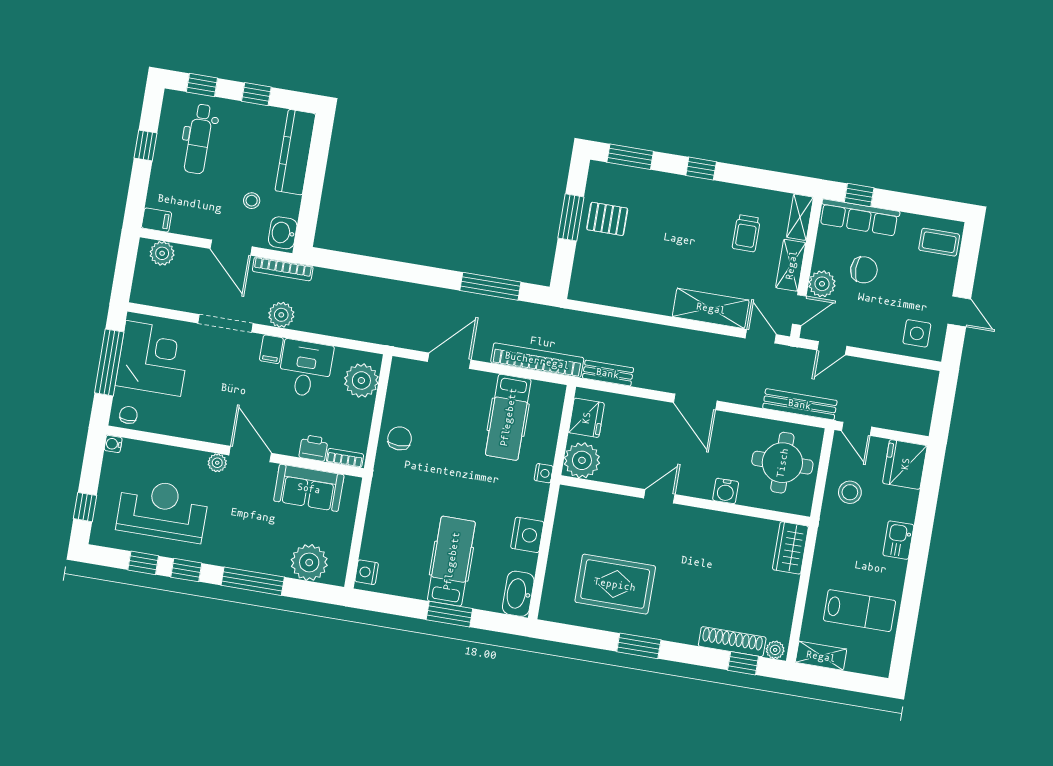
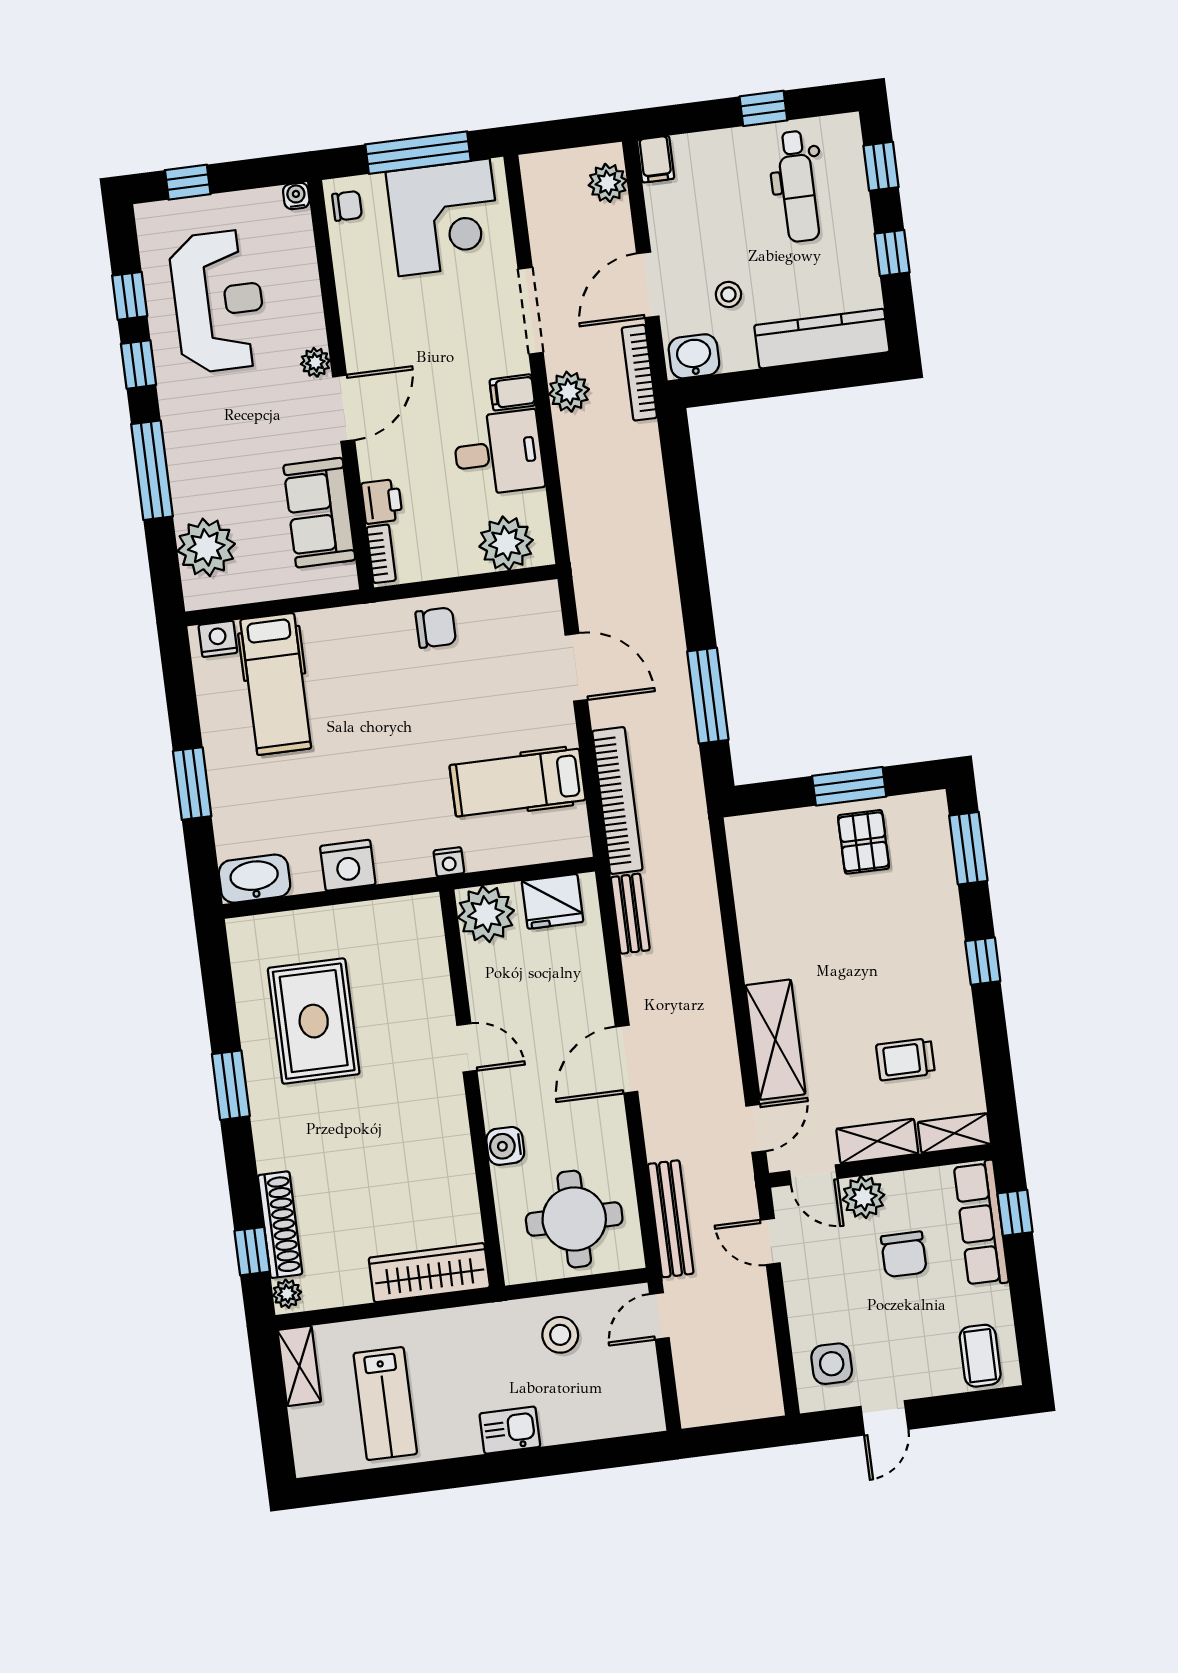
dental chair: (199, 139) -> (798, 186), turned -90
fridge: (905, 464) -> (628, 1405), removed
wardrobe: (790, 548) -> (429, 1273), width x1.50
hospital bed: (451, 561) -> (276, 684), moved, turned 90

